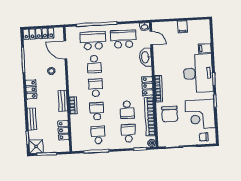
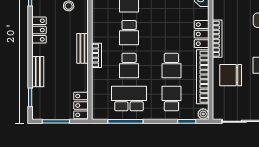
school desk: (96, 88) -> (129, 33), turned 180
school desk: (97, 111) -> (129, 66), turned 180
chair: (170, 114) -> (231, 75), turned 90
locker: (63, 130) -> (81, 105), moved
school desk: (98, 135) -> (129, 99), width x1.85
shower: (36, 146) -> (42, 110), removed

